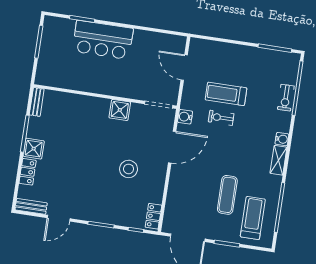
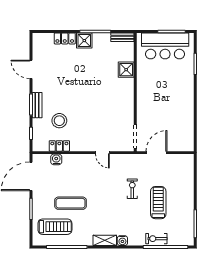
bar counter: (103, 40) -> (165, 46), moved, turned -90
door: (184, 67) -> (157, 153), moved
treadmill: (226, 94) -> (158, 203), moved
shower: (120, 110) -> (126, 70), moved
water cooler: (185, 117) -> (56, 159), moved
door: (172, 147) -> (102, 153), width x0.53
stool: (129, 169) -> (59, 121), moved
bench: (31, 206) -> (37, 105), moved
locker: (153, 216) -> (59, 146), moved

